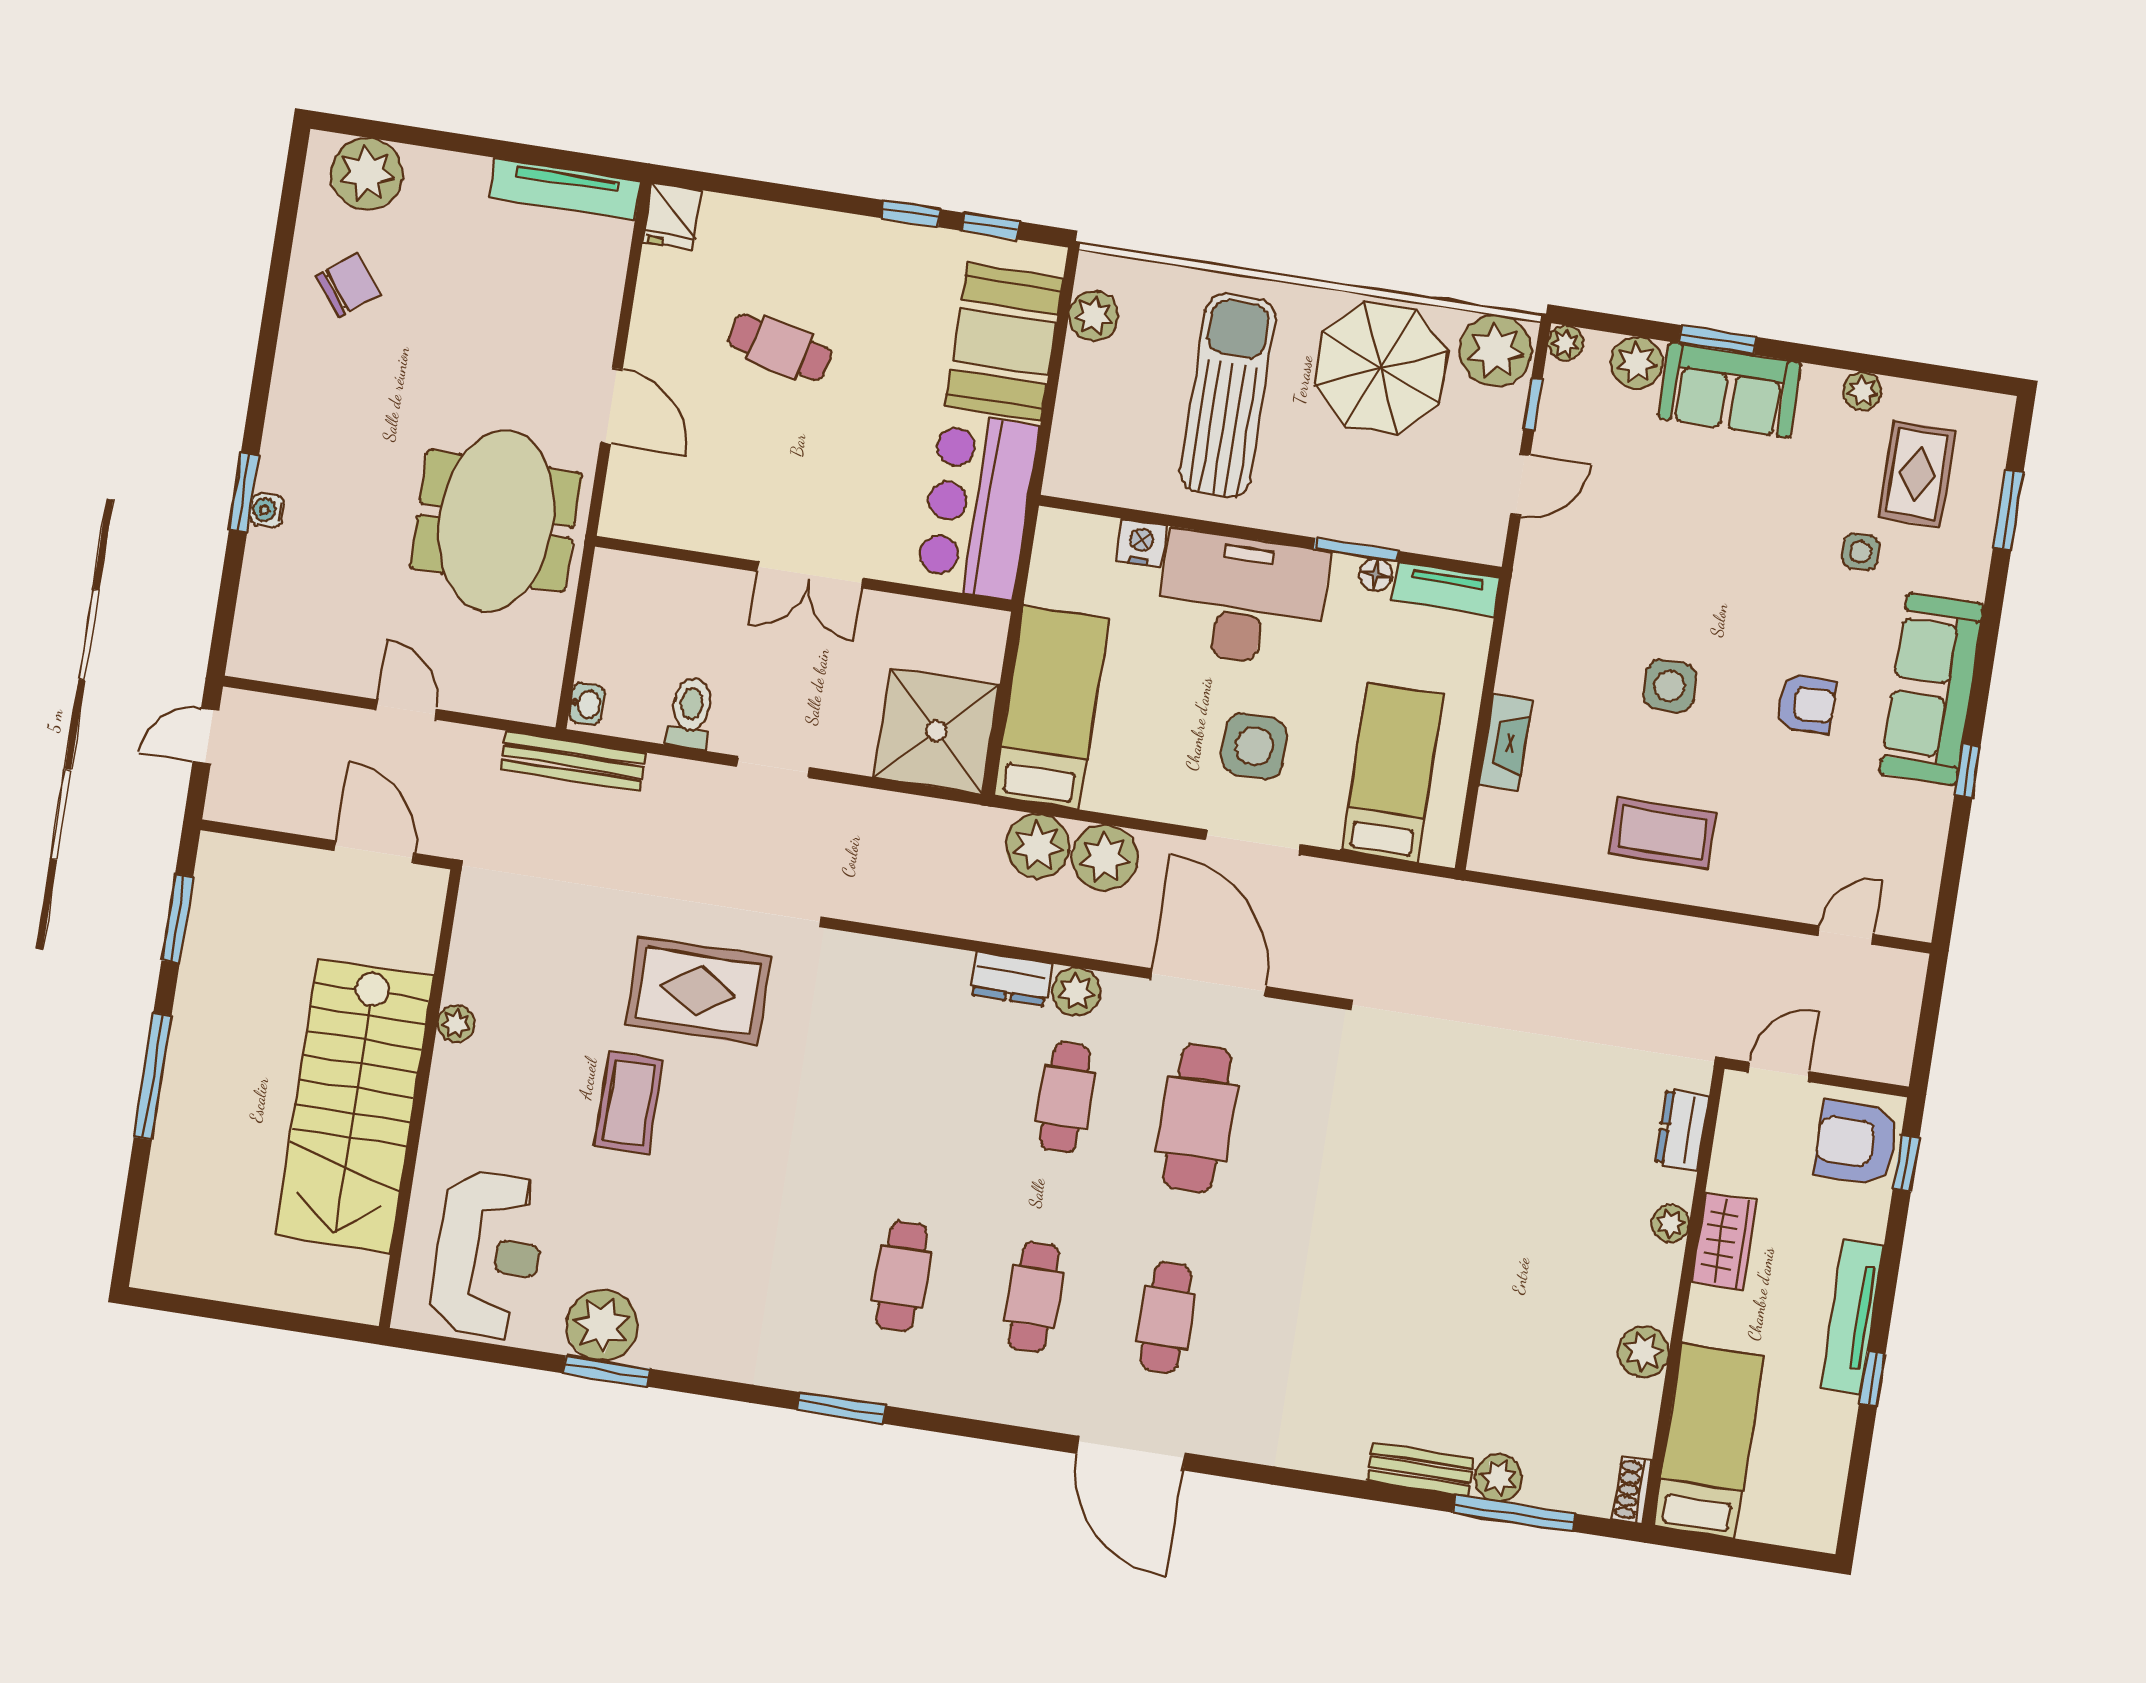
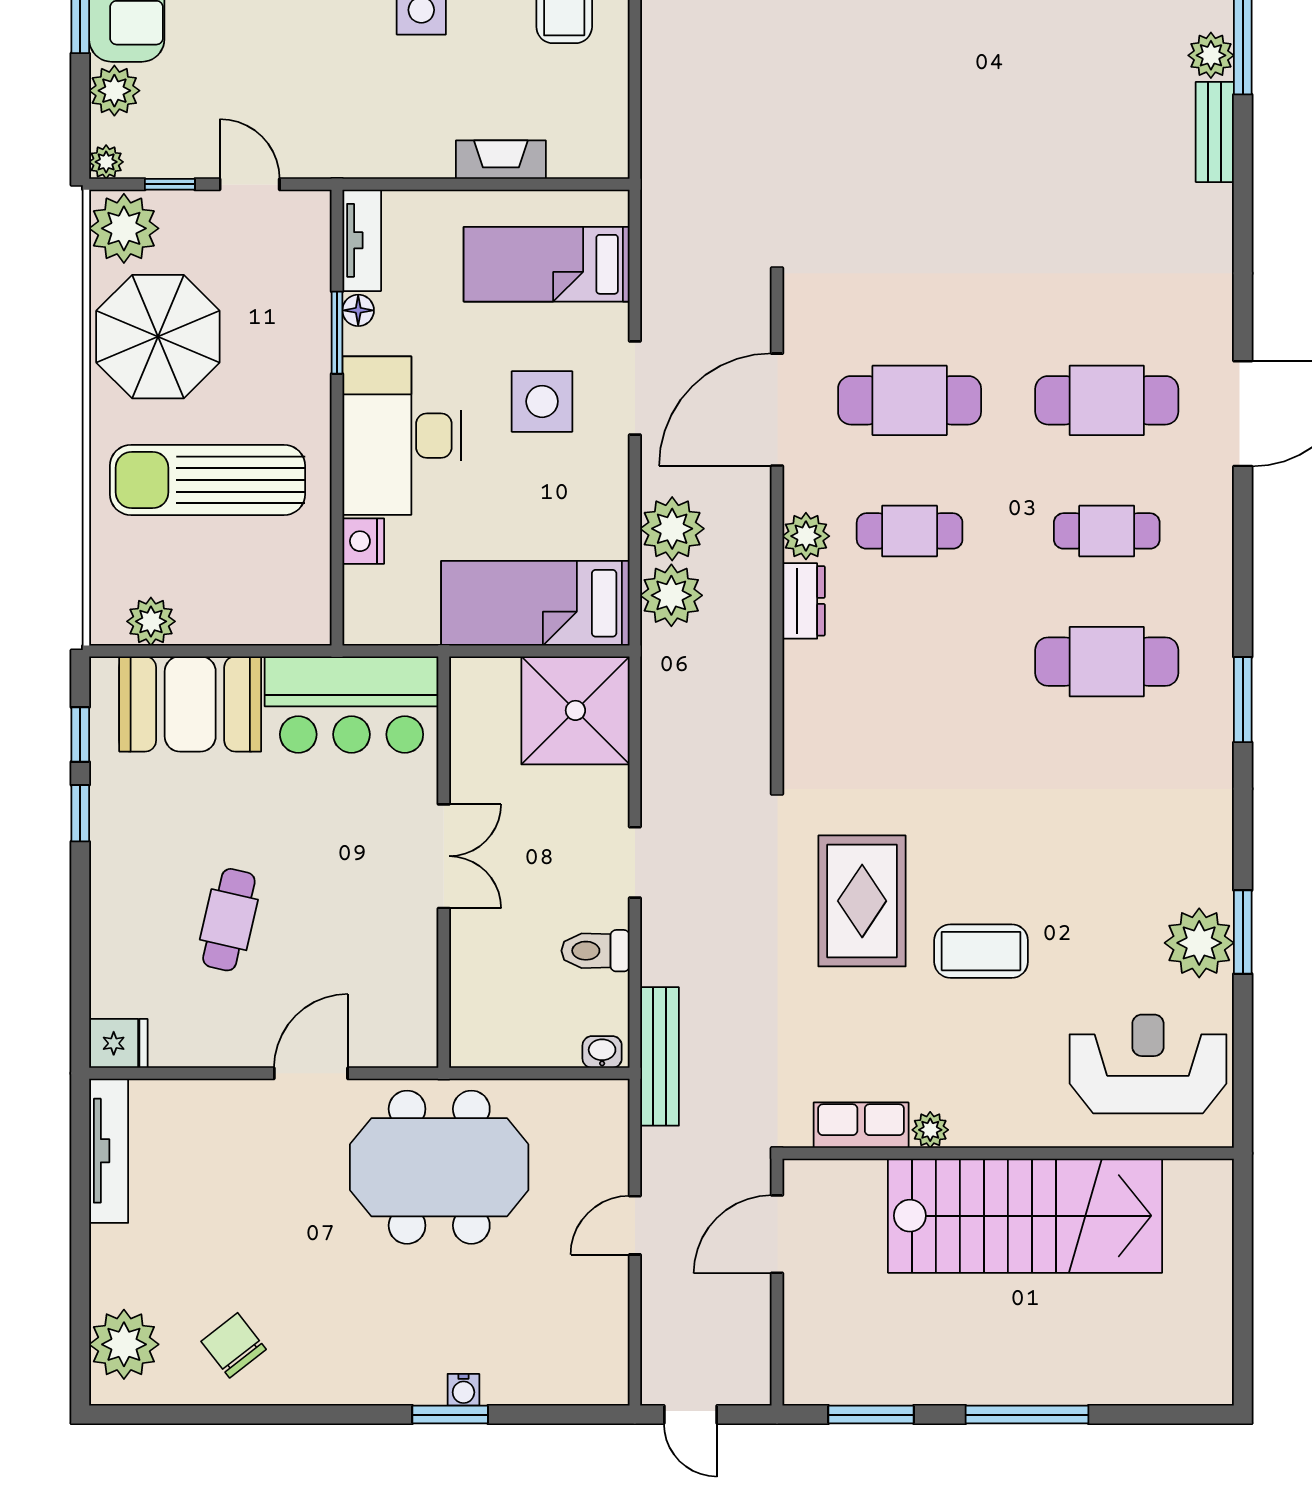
row of seats: (472, 954) -> (861, 1125), added
cafe table: (902, 1276) -> (1107, 662), width x1.37, depth x1.35
cafe table: (1166, 1318) -> (1107, 400), width x1.37, depth x1.35

